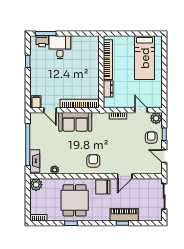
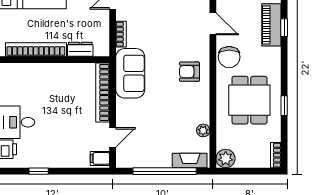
sofa: (75, 122) -> (130, 73), moved
dining table: (75, 200) -> (249, 100), turned 90

